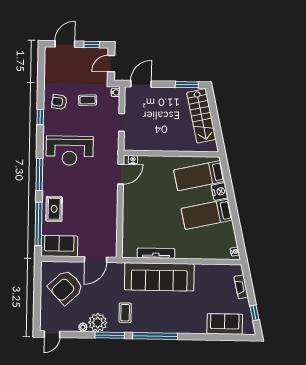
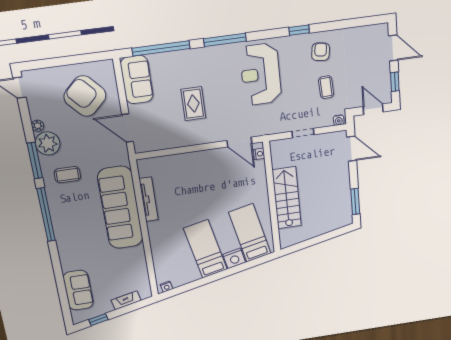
stairs: (201, 116) -> (287, 198), moved, turned 102
rug: (54, 209) -> (193, 104), moved, turned 90

